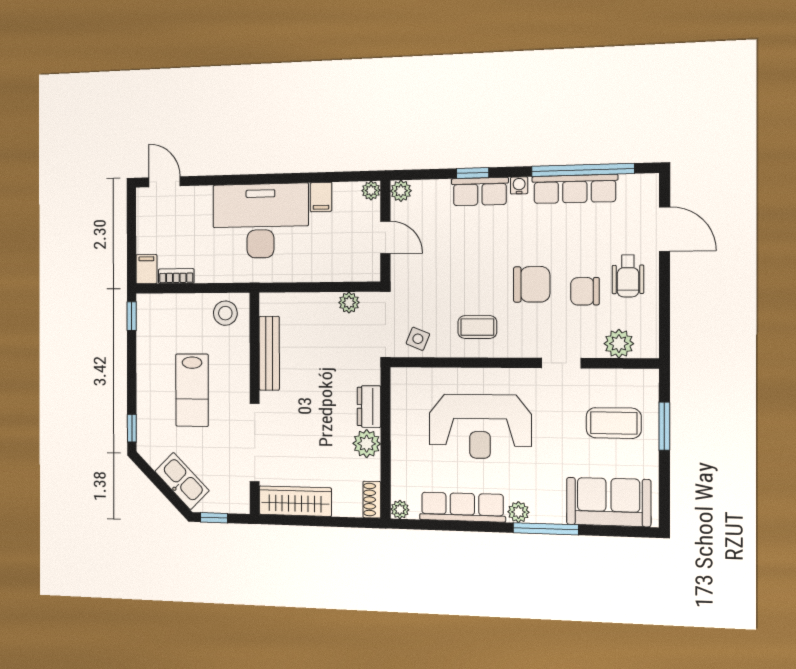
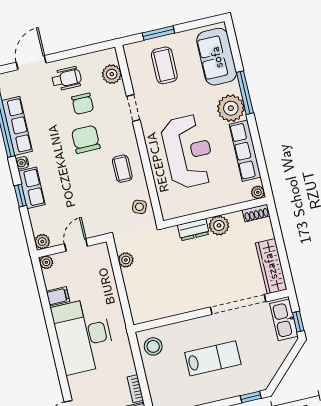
bench: (269, 353) -> (174, 308), removed
kitchen sink: (182, 481) -> (284, 320), moved, turned -45
plant: (518, 512) -> (231, 108), width x1.87, depth x1.87

